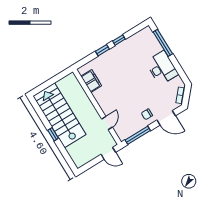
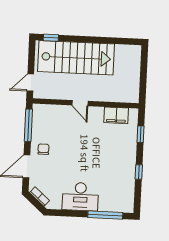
window: (102, 50) -> (141, 134), moved
stairs: (59, 115) -> (76, 58), moved
door: (107, 123) -> (80, 103), moved
window: (53, 134) -> (51, 38), moved

